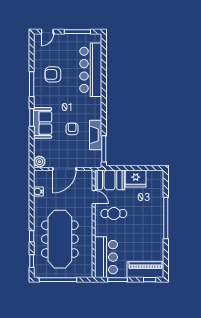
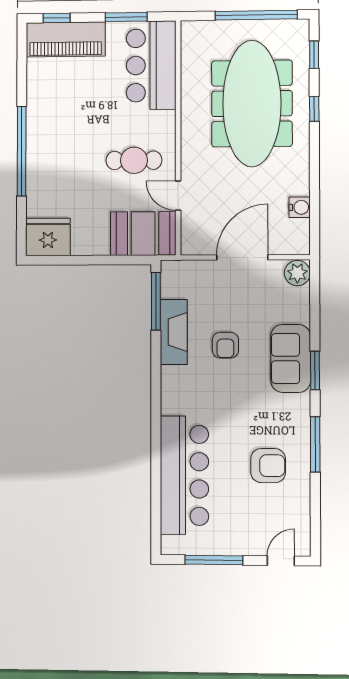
fridge: (136, 179) -> (48, 237), moved

